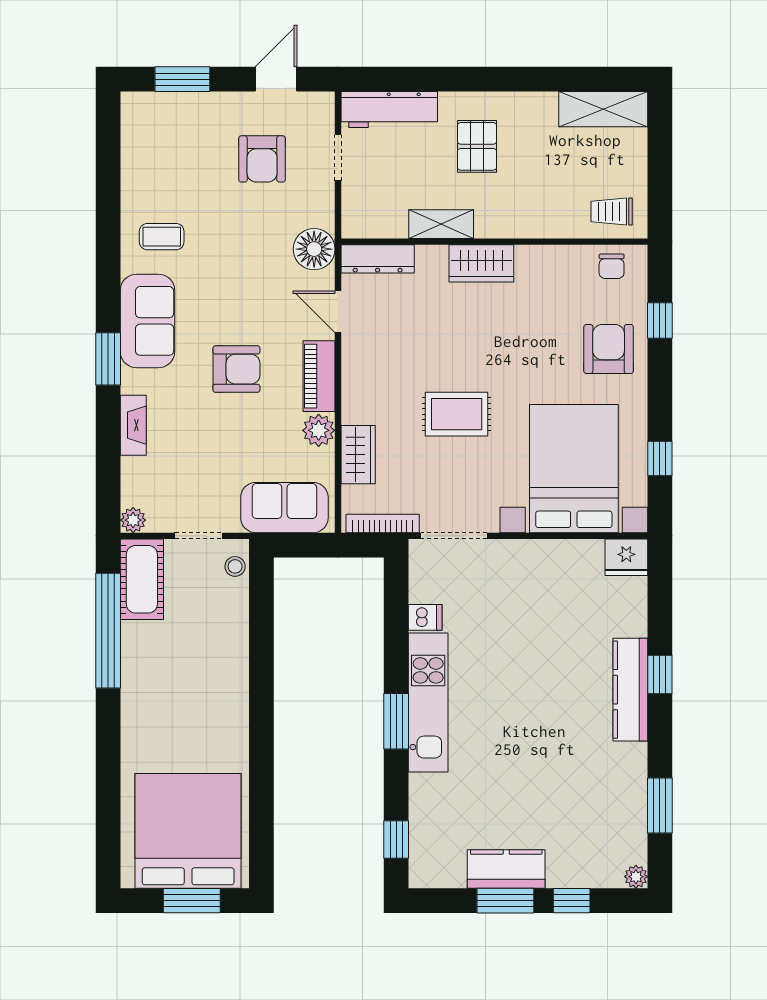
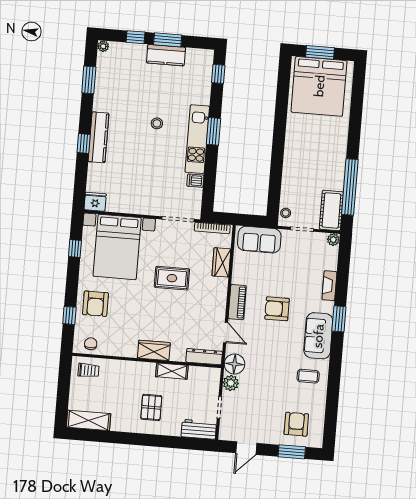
workbench: (389, 110) -> (199, 429), width x0.73
armchair: (262, 159) -> (296, 424), moved
plant: (319, 430) -> (231, 383), moved
stool: (513, 728) -> (157, 123), added

